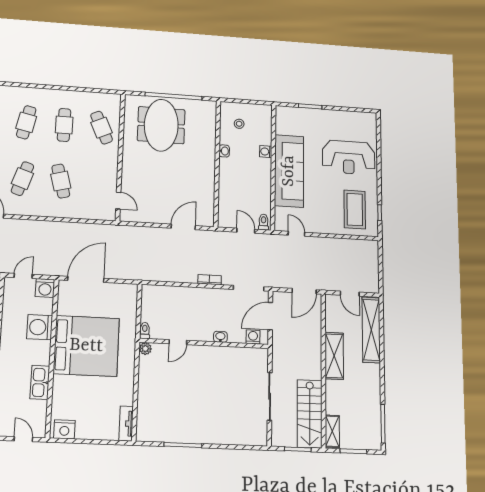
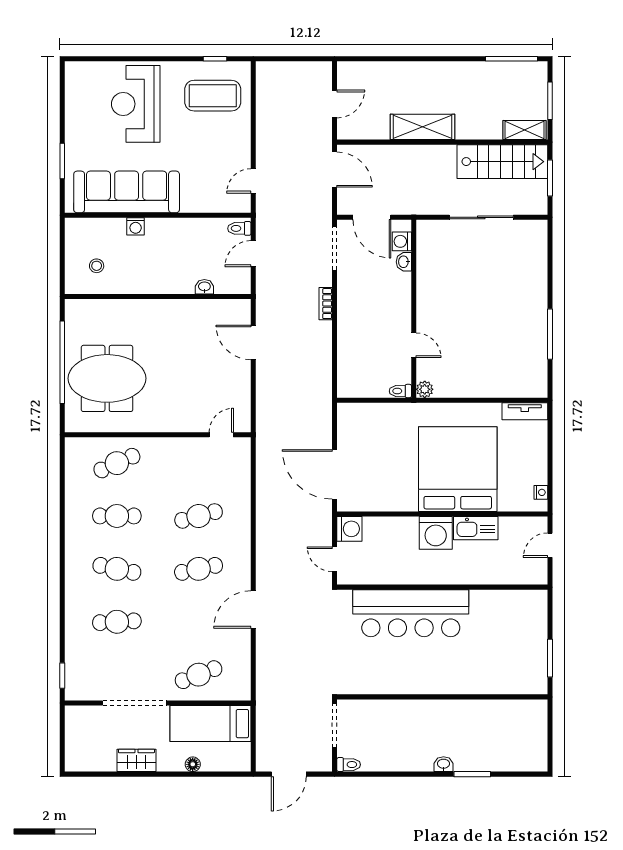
washbasin: (224, 151) -> (204, 287), moved
reception desk: (349, 157) -> (136, 104), turned 180
sofa: (289, 171) -> (127, 192), moved
cafe table: (22, 179) -> (199, 569), turned -30
washing machine: (40, 327) -> (436, 533), moved
shelving: (371, 330) -> (384, 74), removed
washbasin: (220, 337) -> (404, 262), moved
bed: (86, 346) -> (458, 469), moved
nightstand: (64, 429) -> (541, 492), width x0.53, depth x0.56

